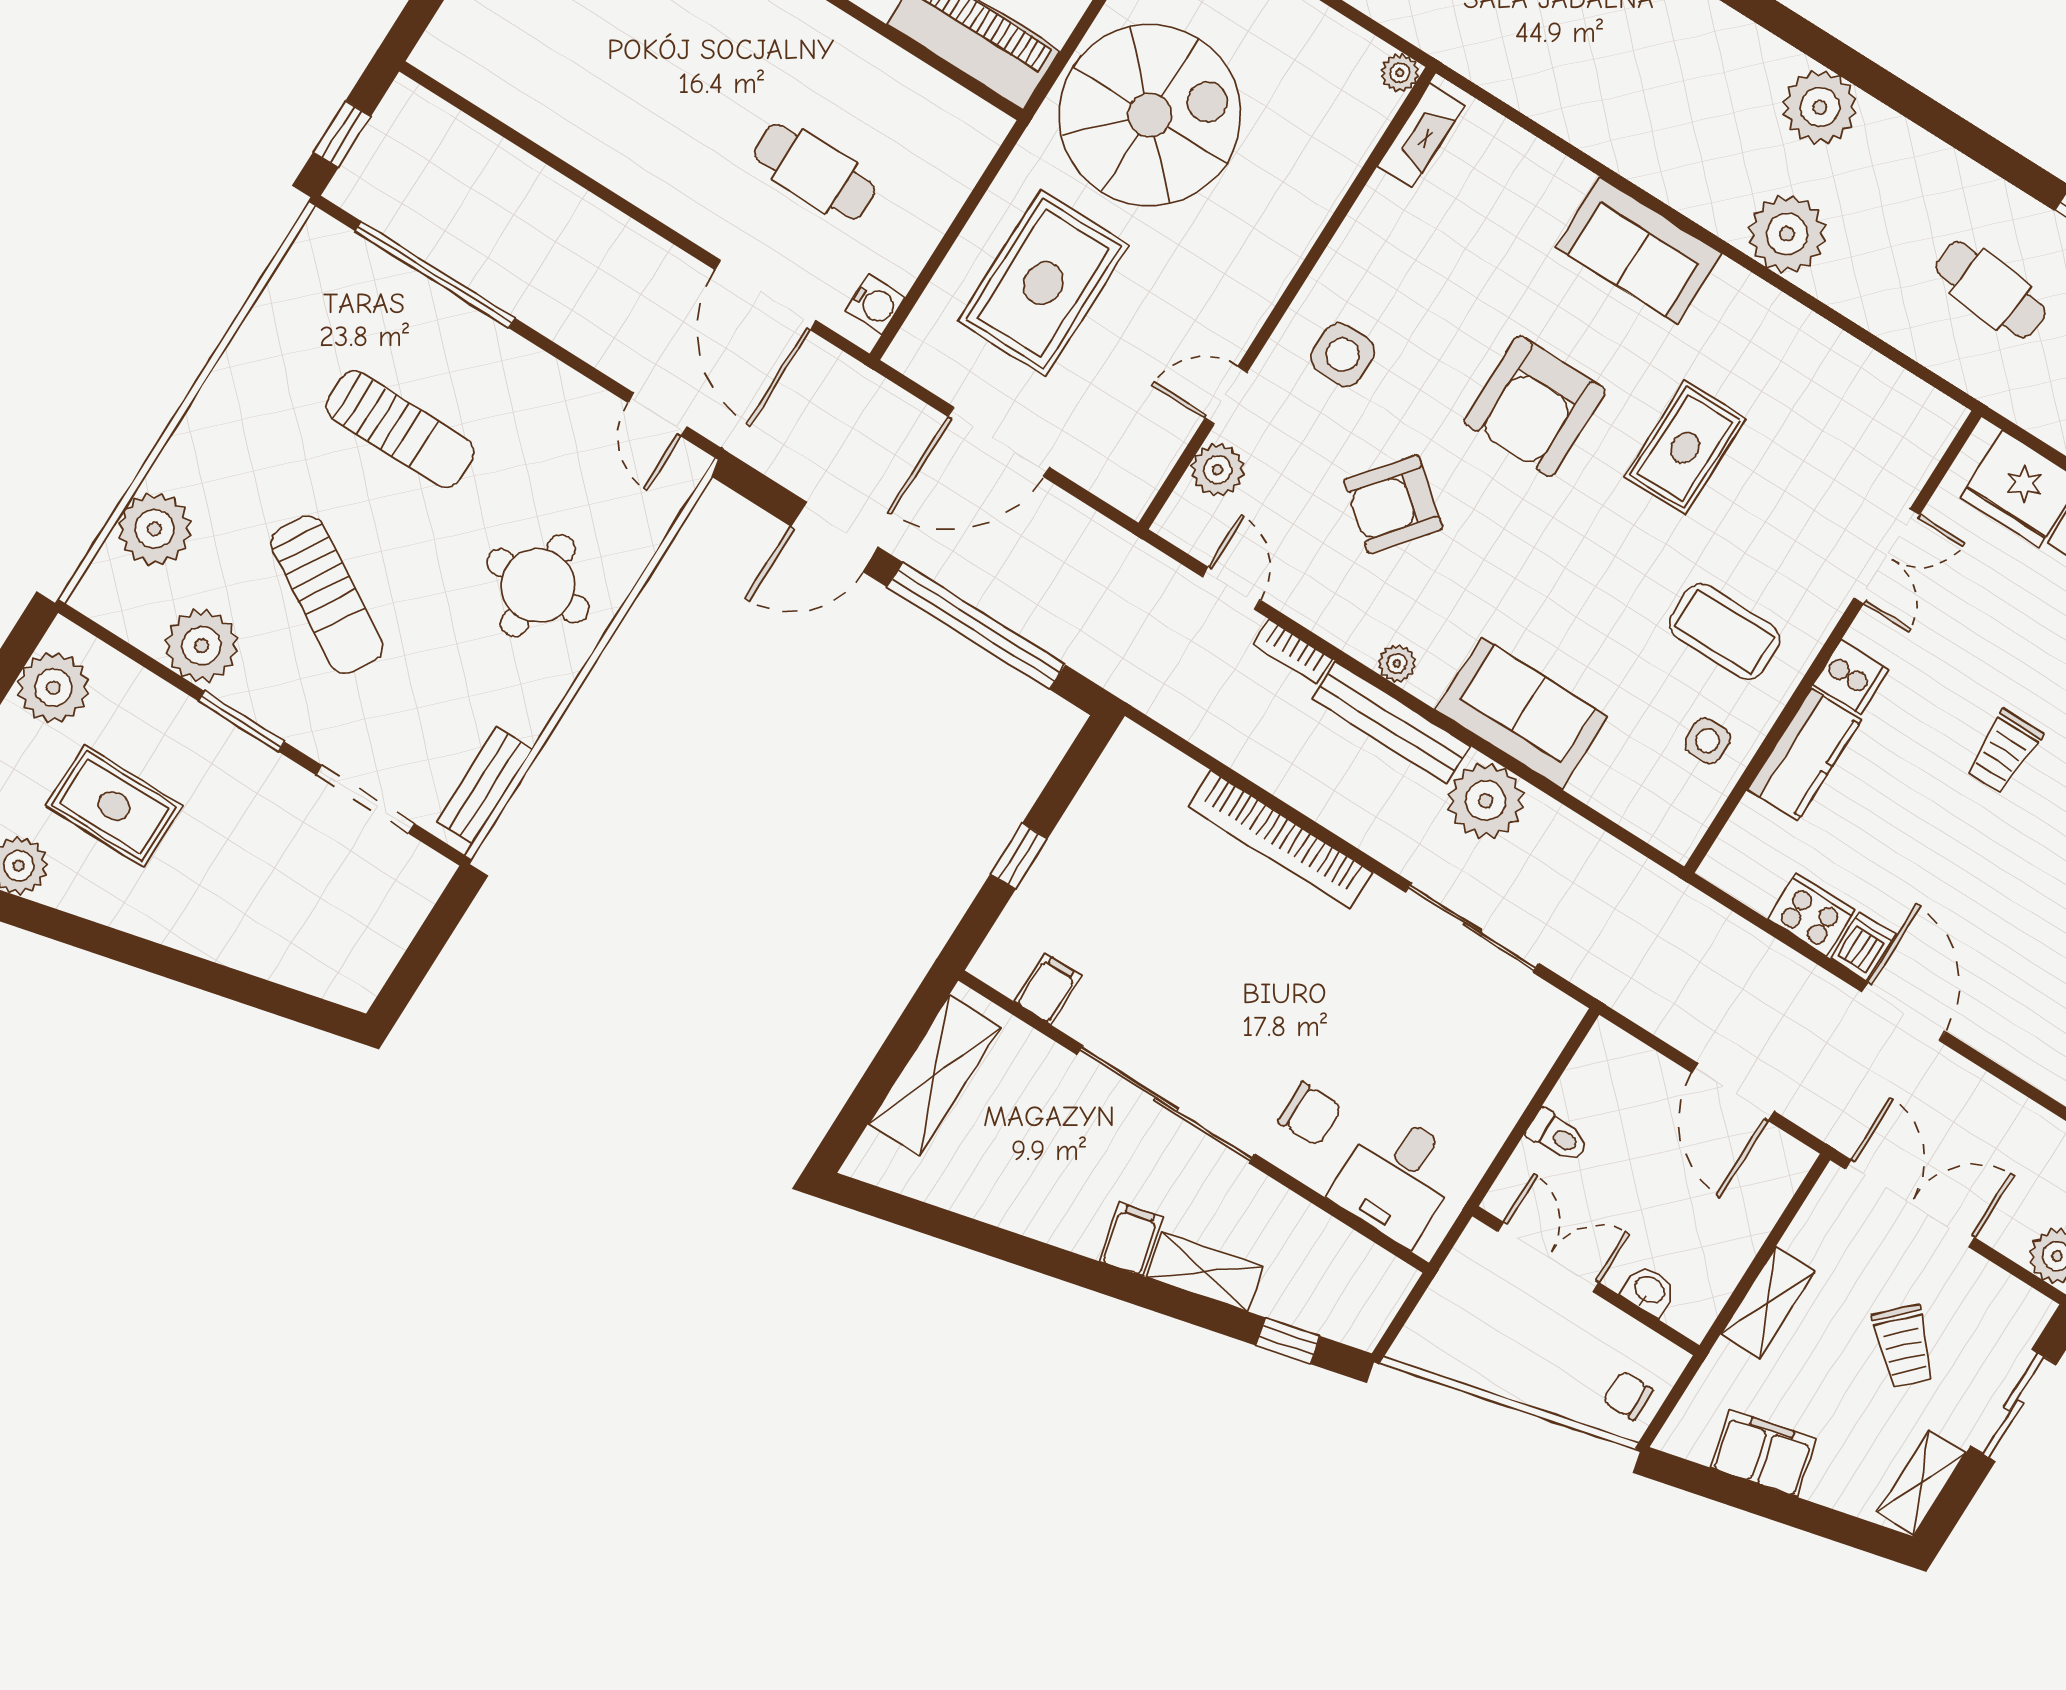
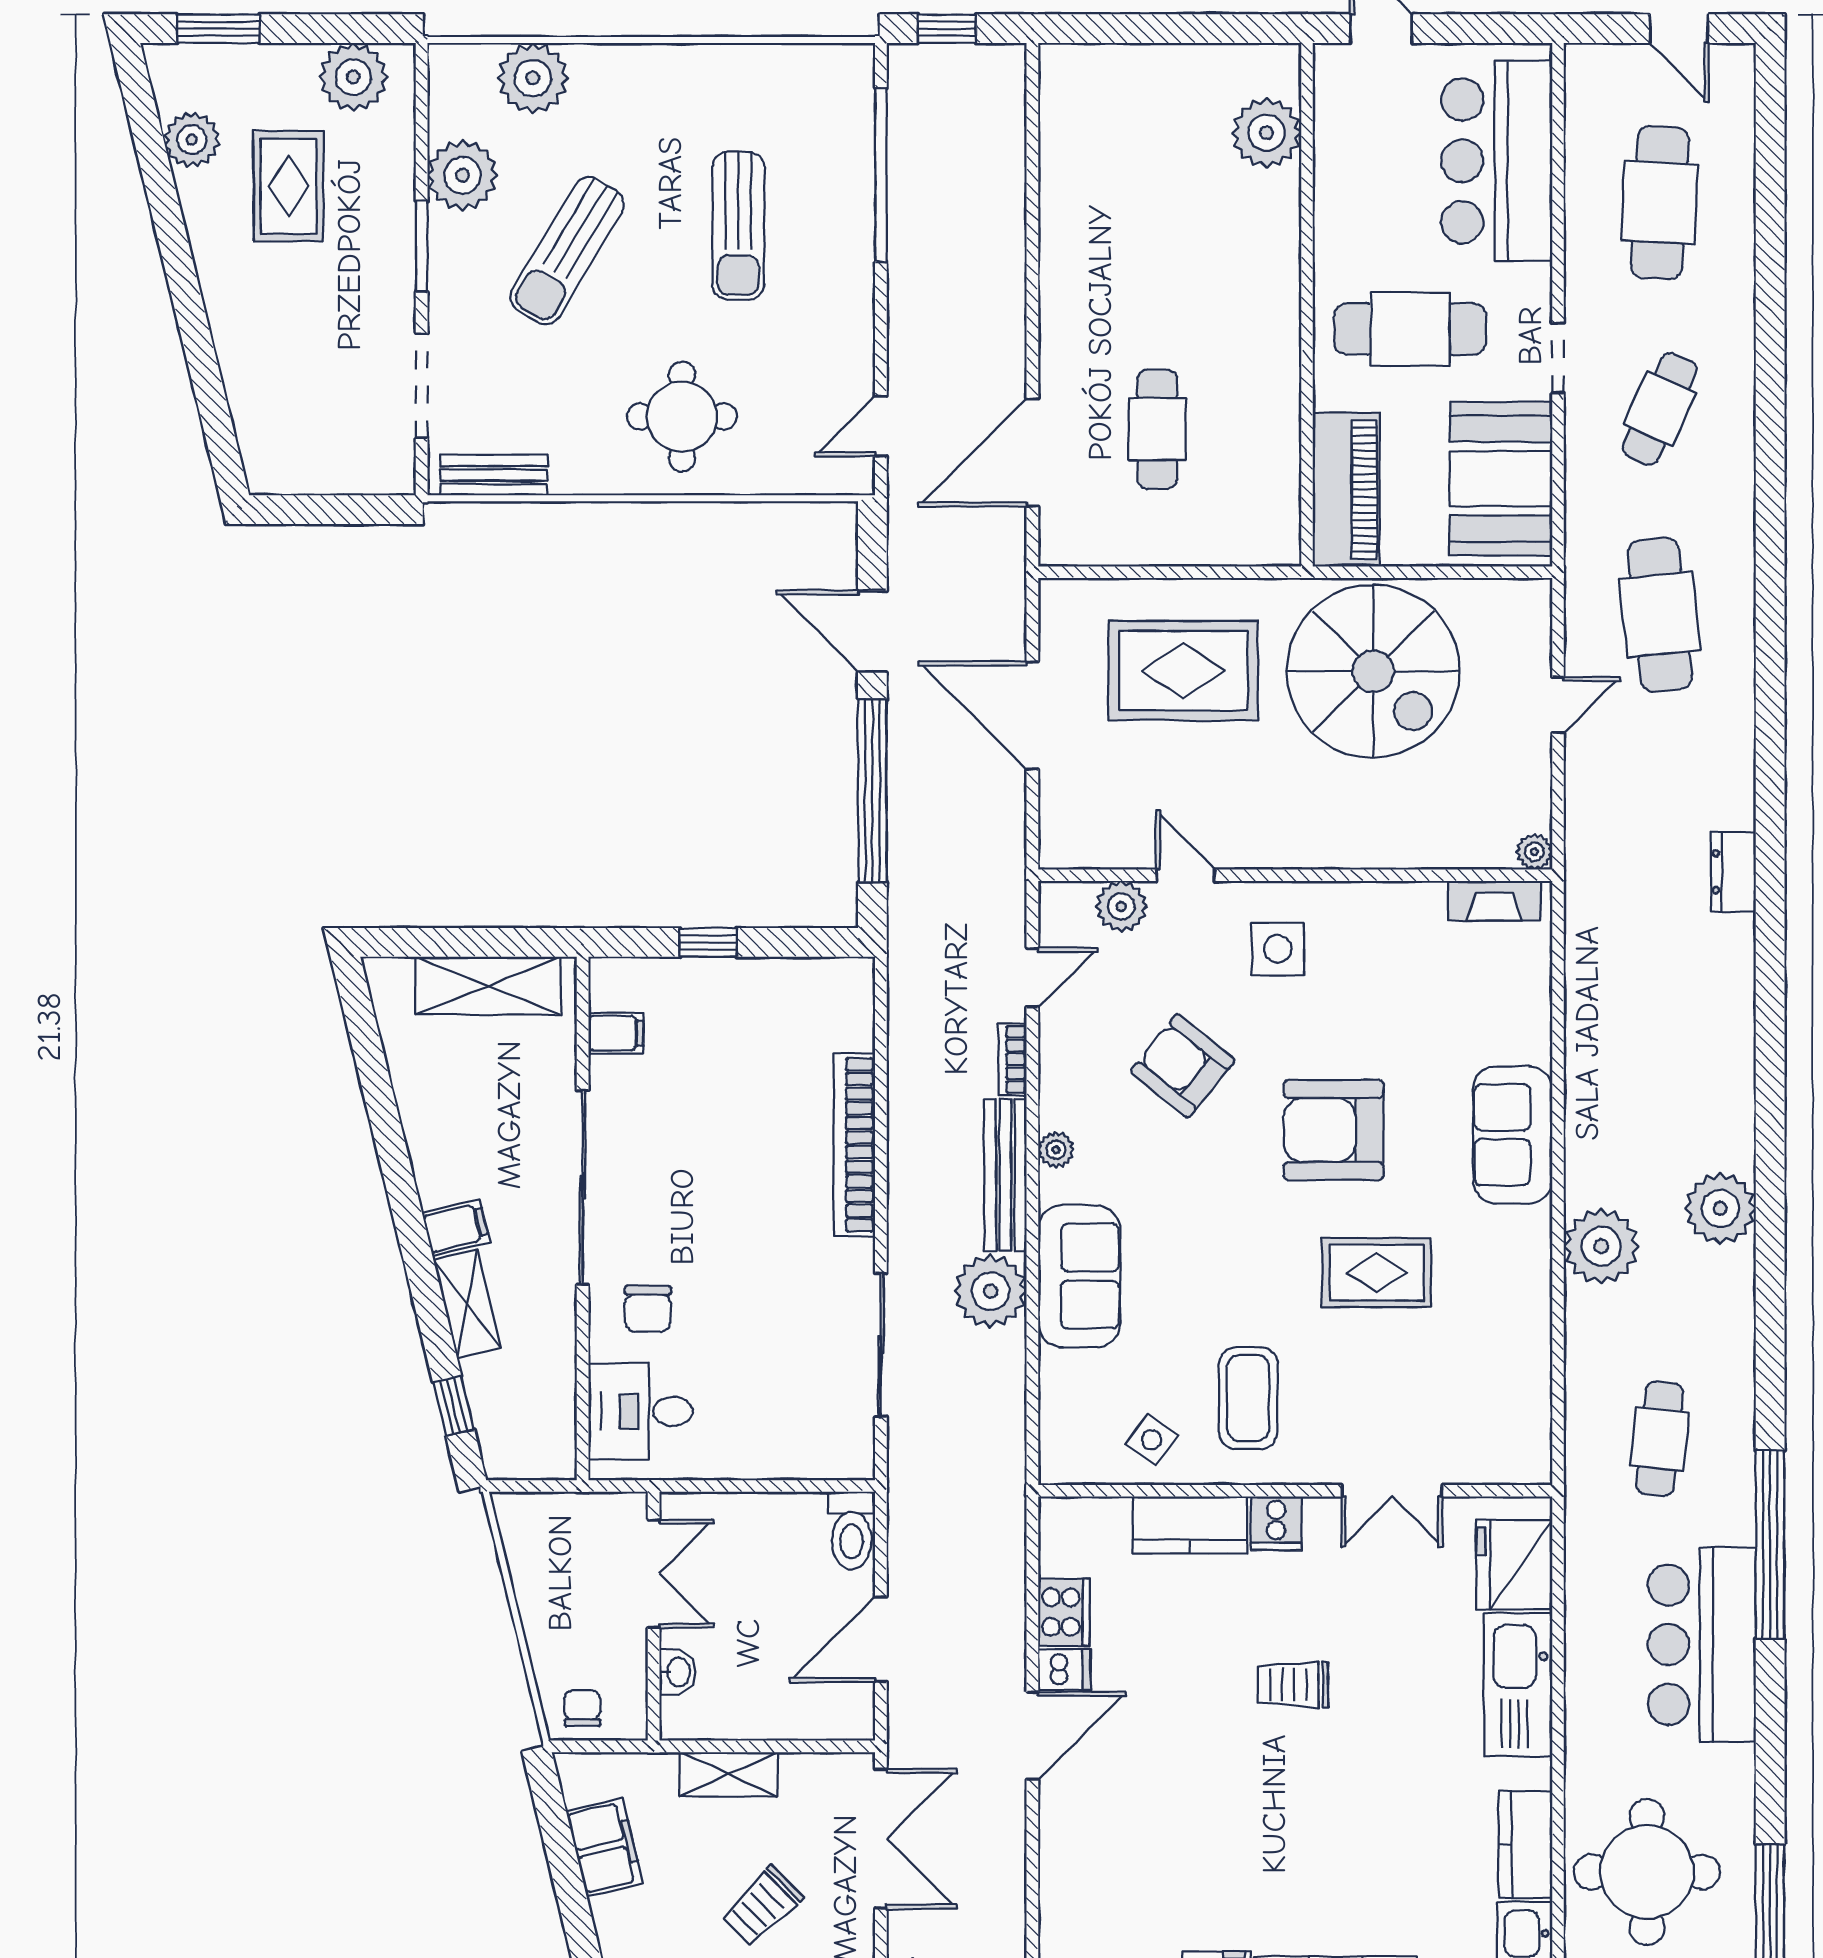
water cooler: (875, 304) -> (1081, 546), removed
side table: (1708, 741) -> (1152, 1440), turned 36
toilet: (1558, 1136) -> (852, 1531), moved, width x1.37, depth x1.39

